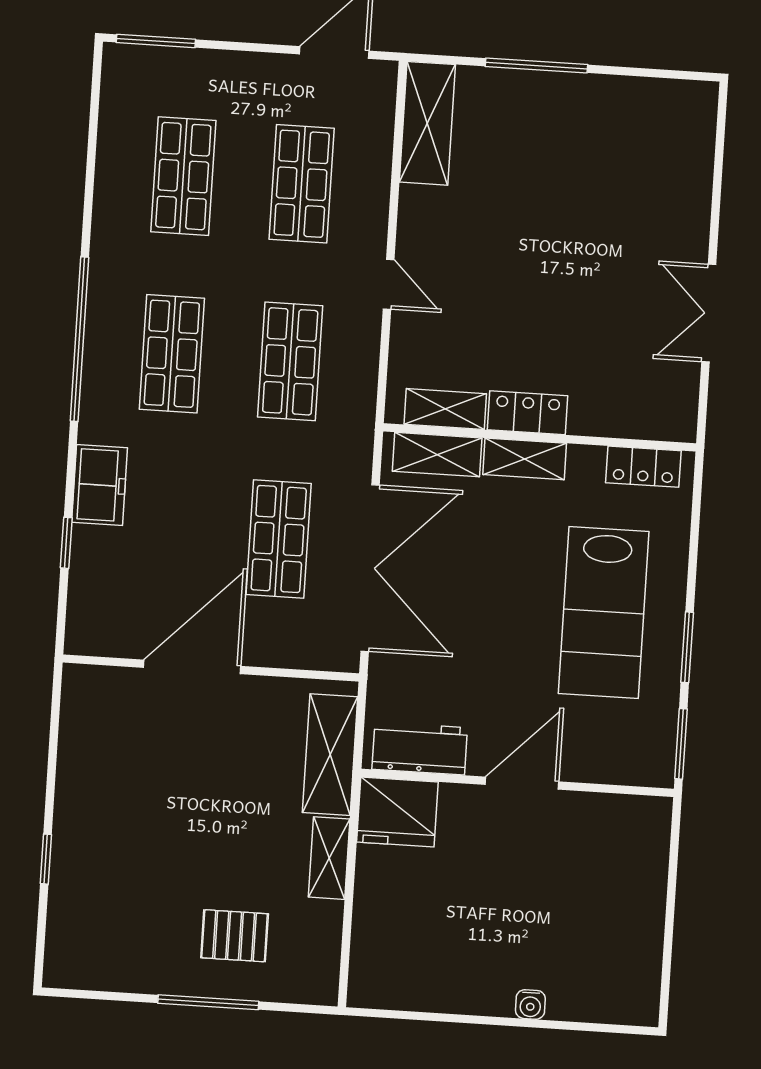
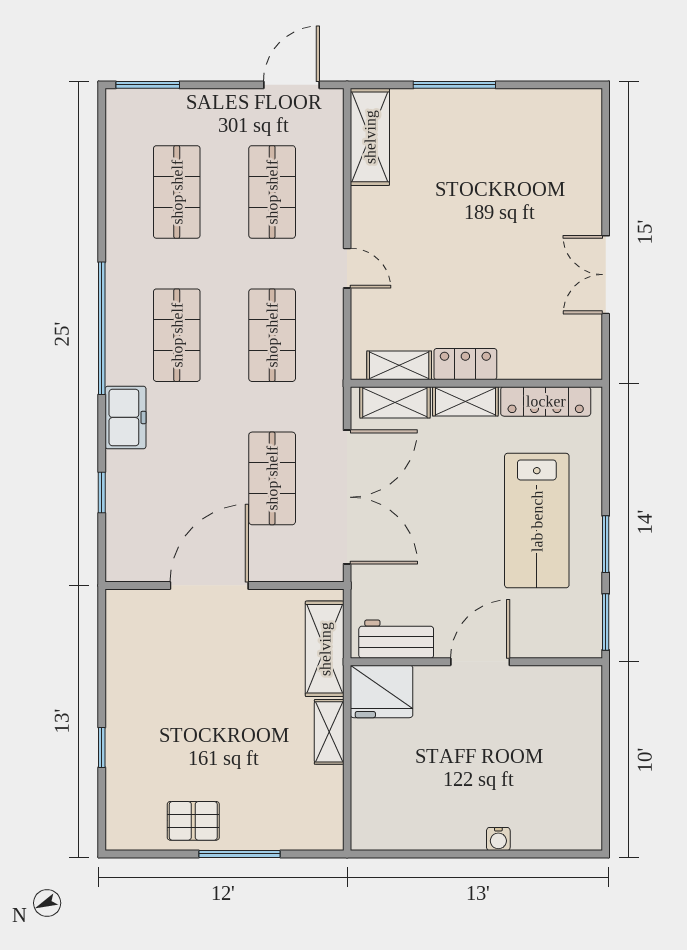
locker: (643, 467) -> (546, 401), width x1.53
freezer: (100, 485) -> (126, 417), moved
pallet: (235, 936) -> (193, 821), moved

